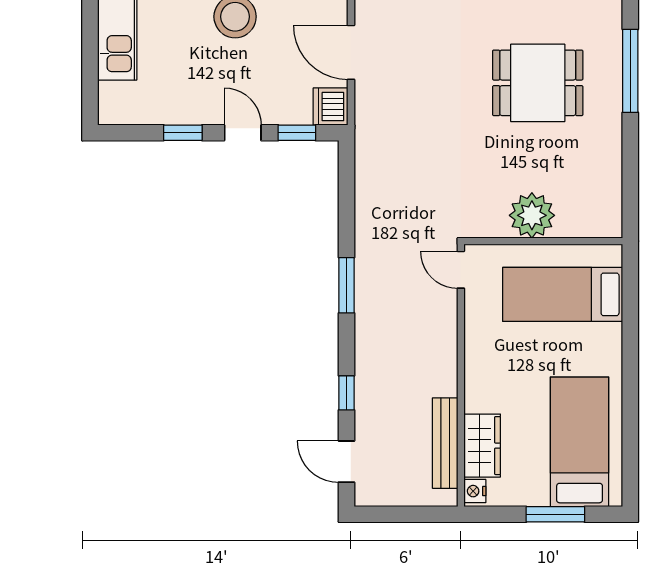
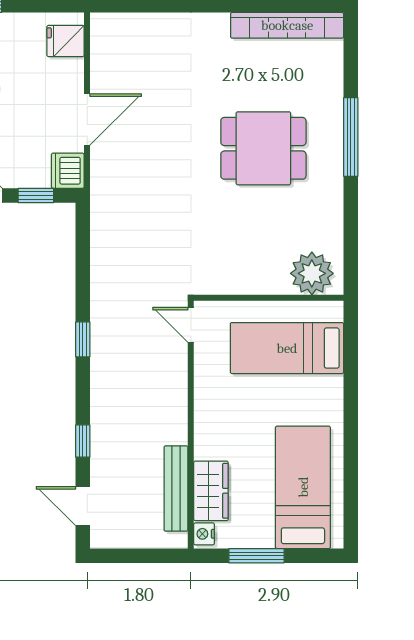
door: (351, 52) -> (87, 120), swing flipped
plant: (532, 215) -> (312, 273), moved
window: (346, 285) -> (83, 339), width x0.67
window: (555, 514) -> (256, 556), moved

